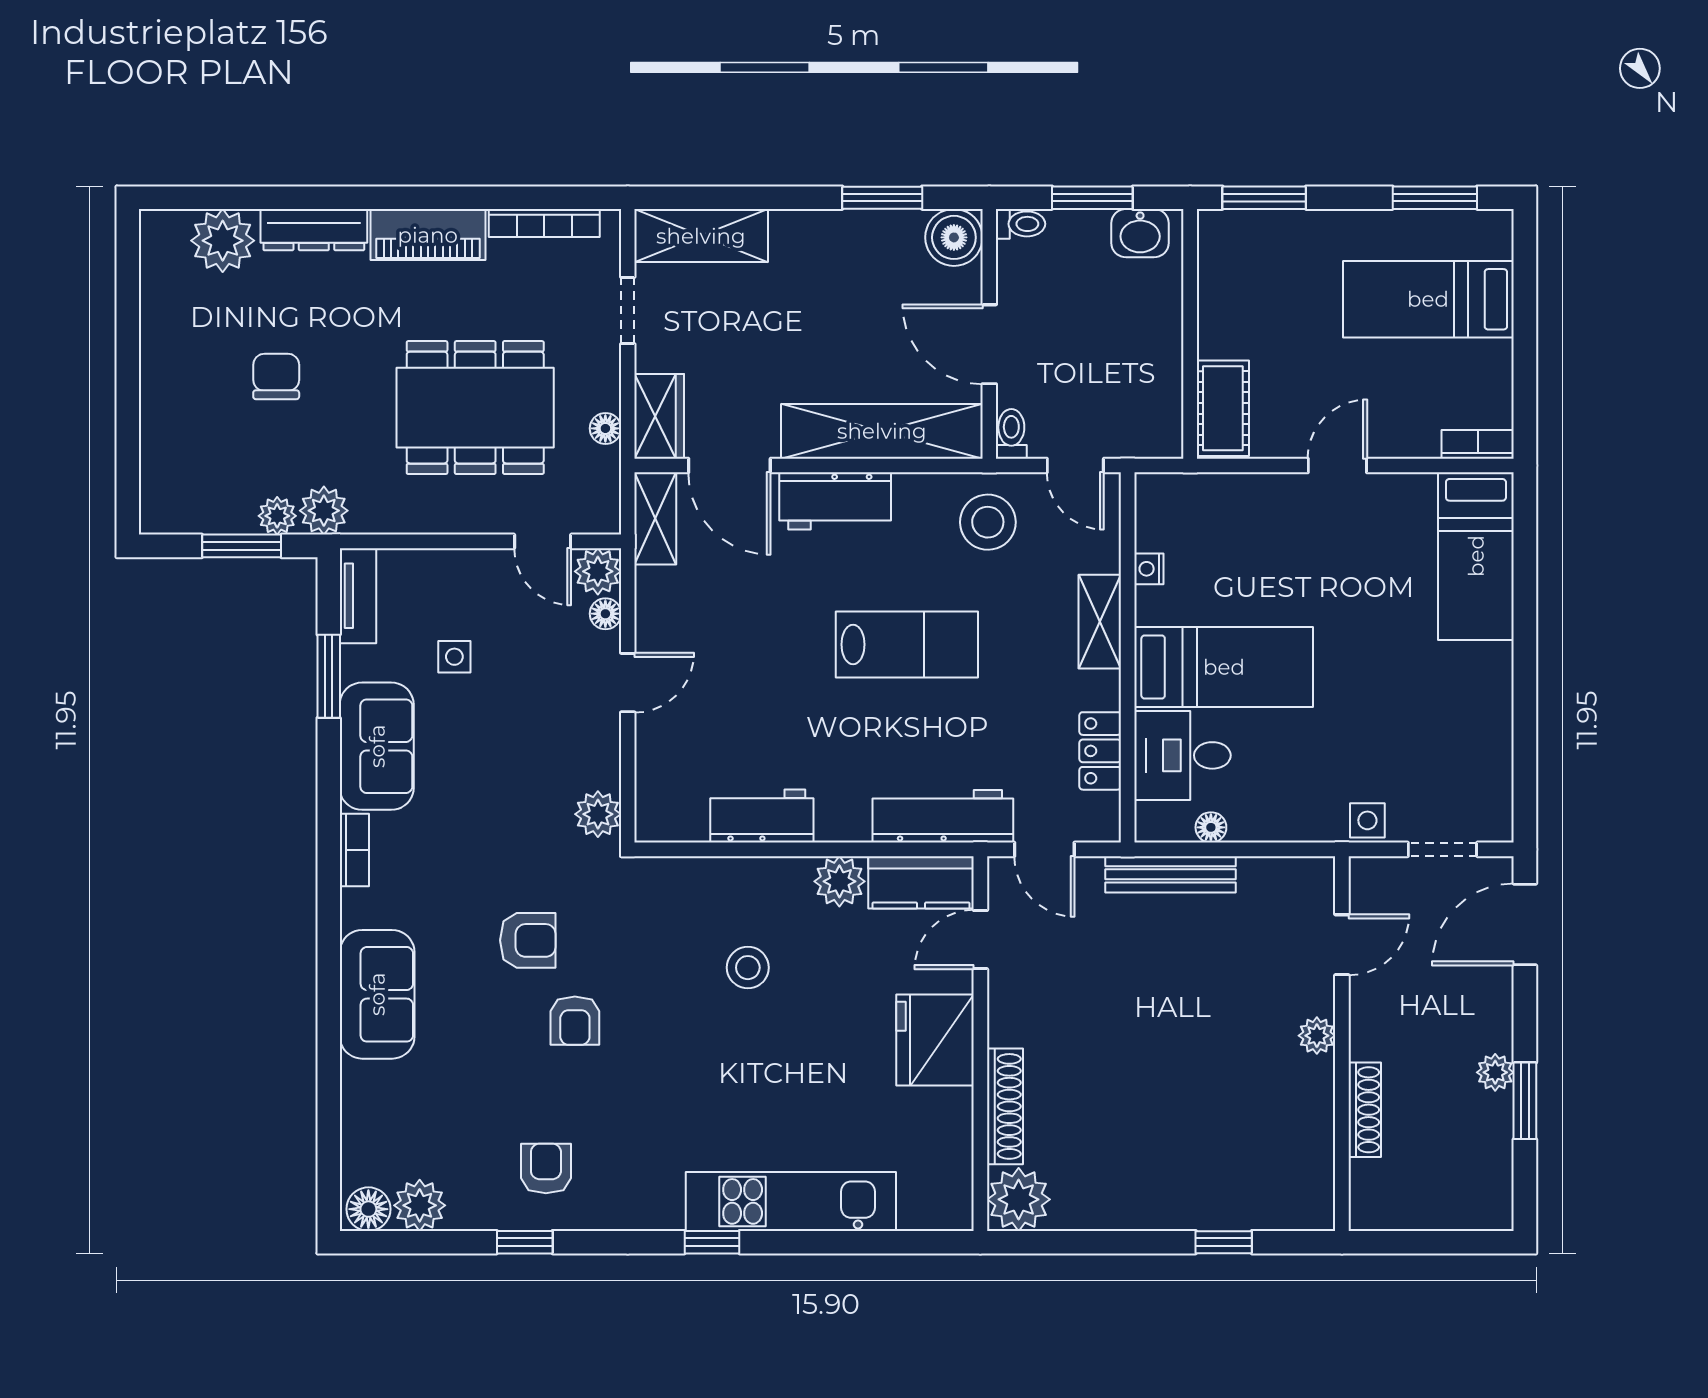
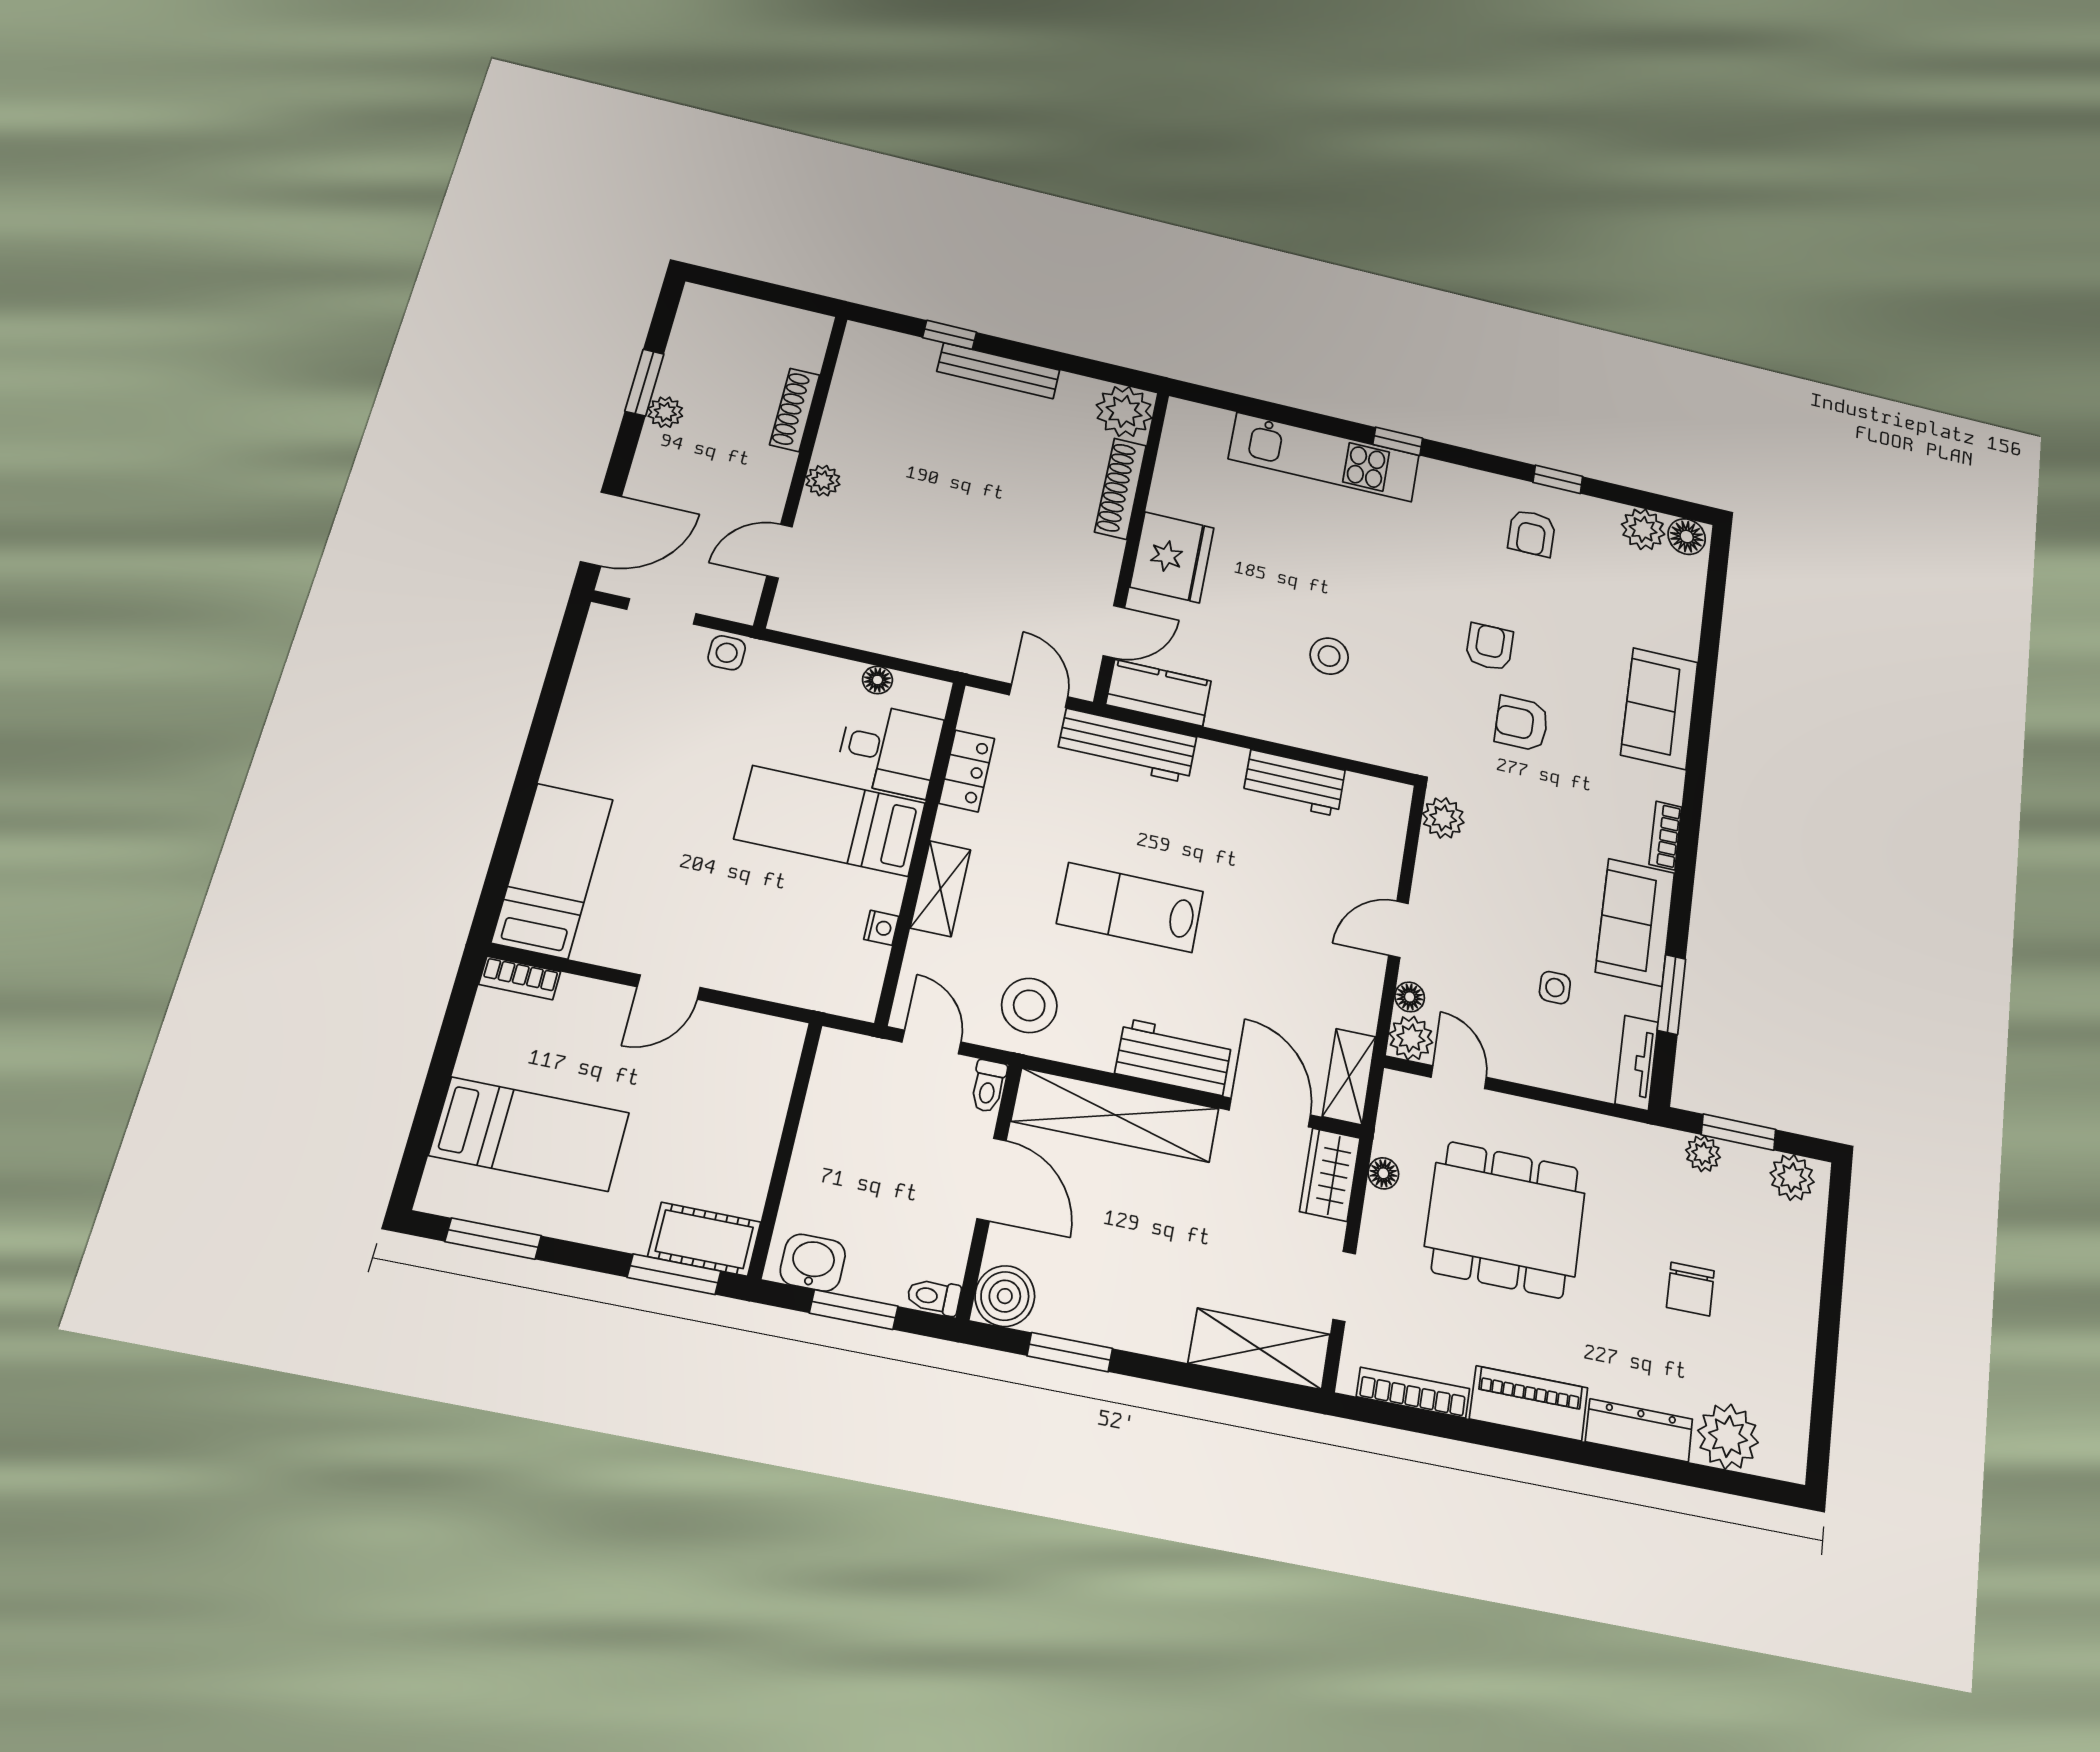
cot: (1223, 408) -> (704, 1239), moved, turned 90
plant: (324, 511) -> (1792, 1177), moved
bench: (1170, 874) -> (998, 371), moved
plant: (839, 881) -> (1233, 710), removed

